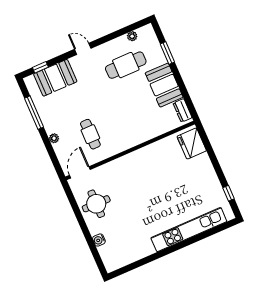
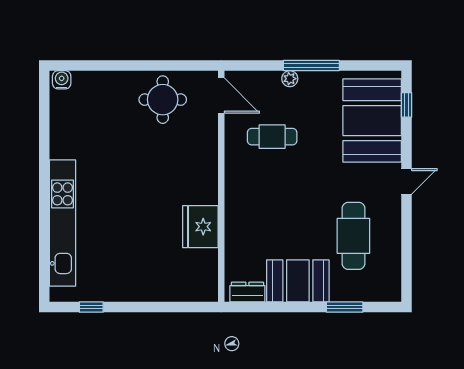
plant: (132, 36) -> (393, 265), removed
booth: (55, 78) -> (372, 121), width x1.36, depth x1.42
window: (34, 113) -> (311, 65), moved
fridge: (192, 144) -> (200, 227), moved, turned -90
water cooler: (99, 240) -> (62, 80), moved

